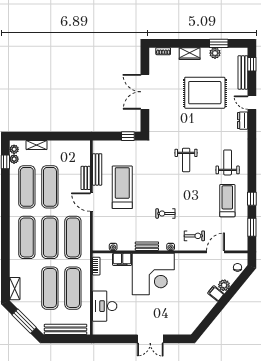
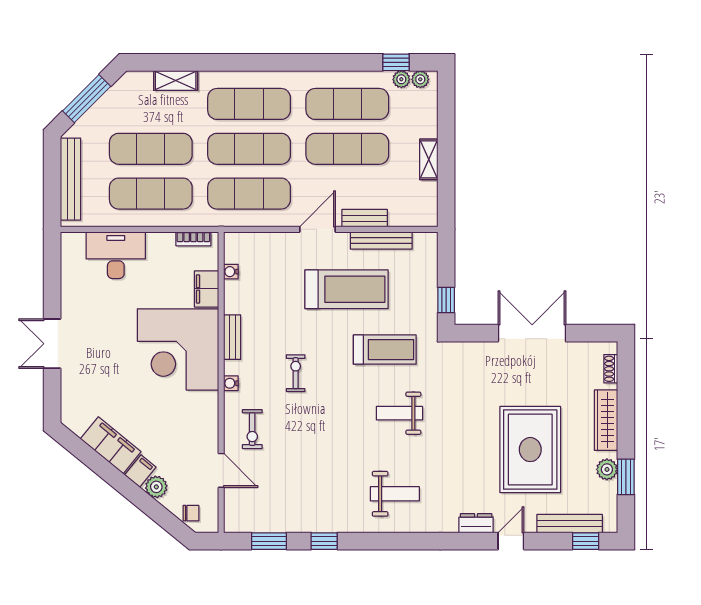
wardrobe: (190, 54) -> (606, 420), width x1.50
shelving: (37, 145) -> (429, 159), moved
treadmill: (227, 201) -> (385, 350), moved
shelving: (15, 289) -> (176, 81), moved
filing cabinet: (203, 309) -> (111, 445), added

